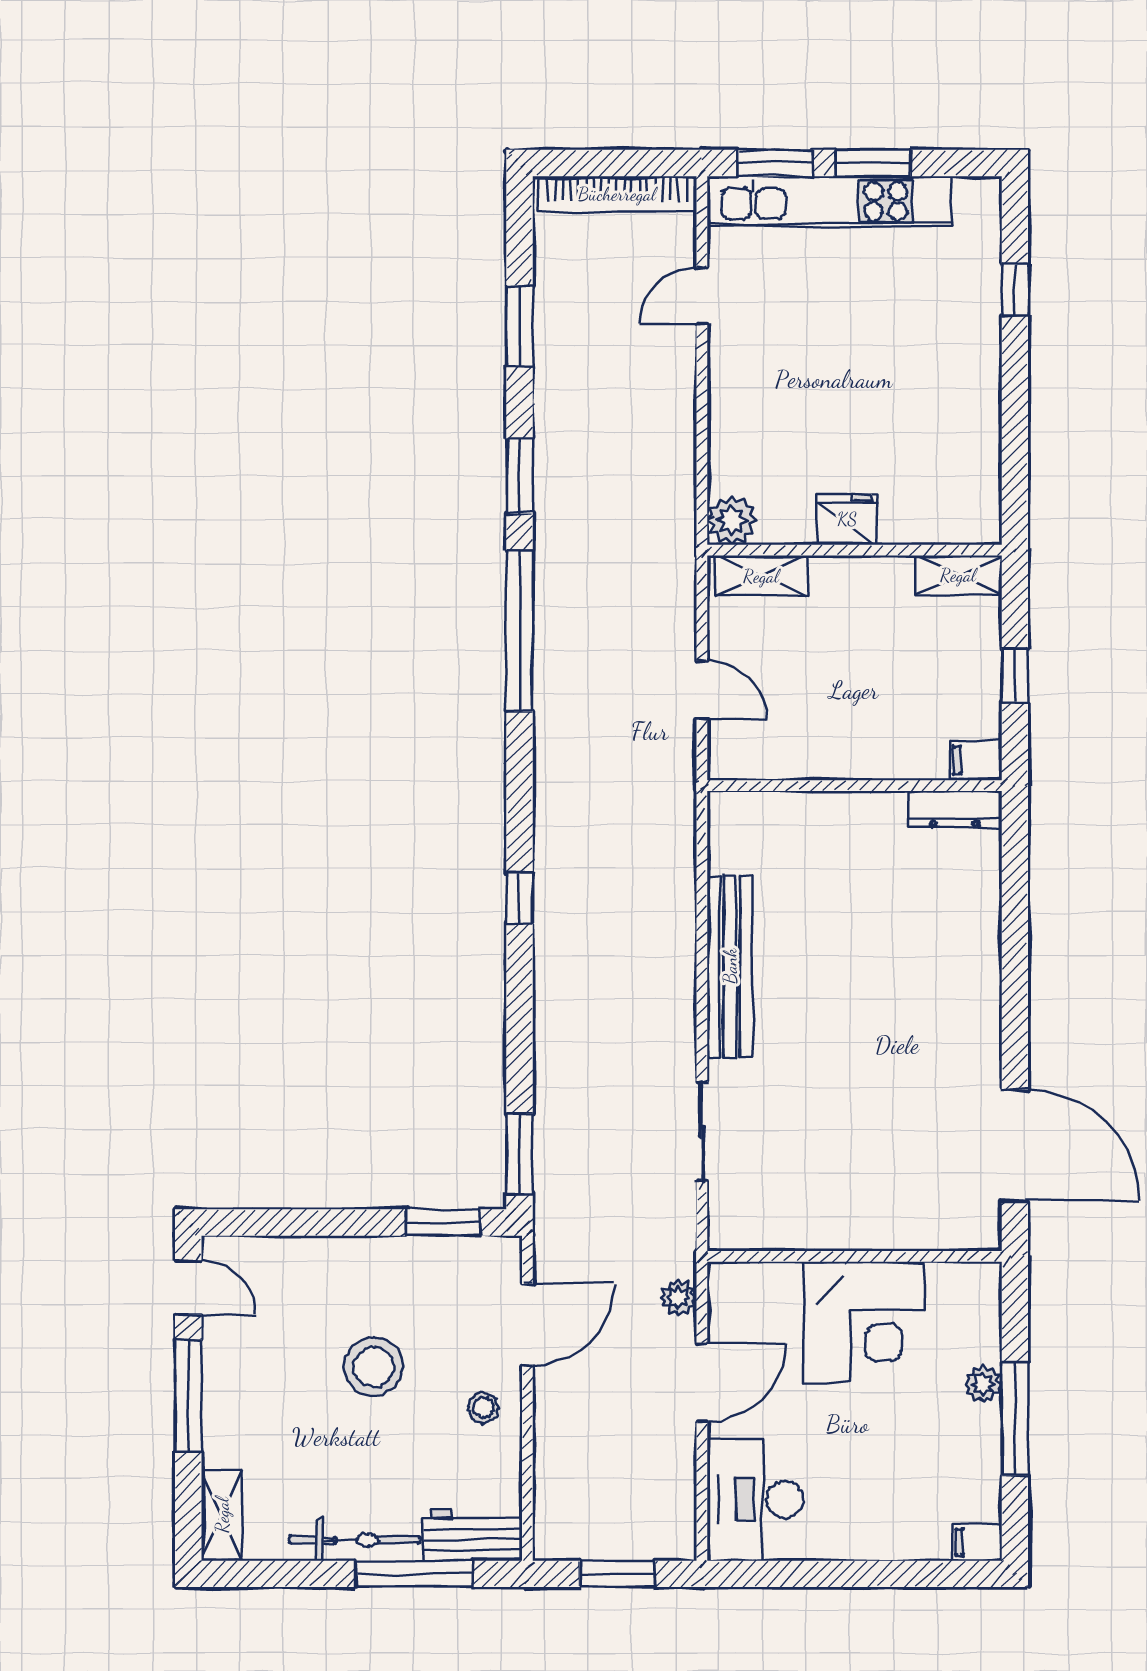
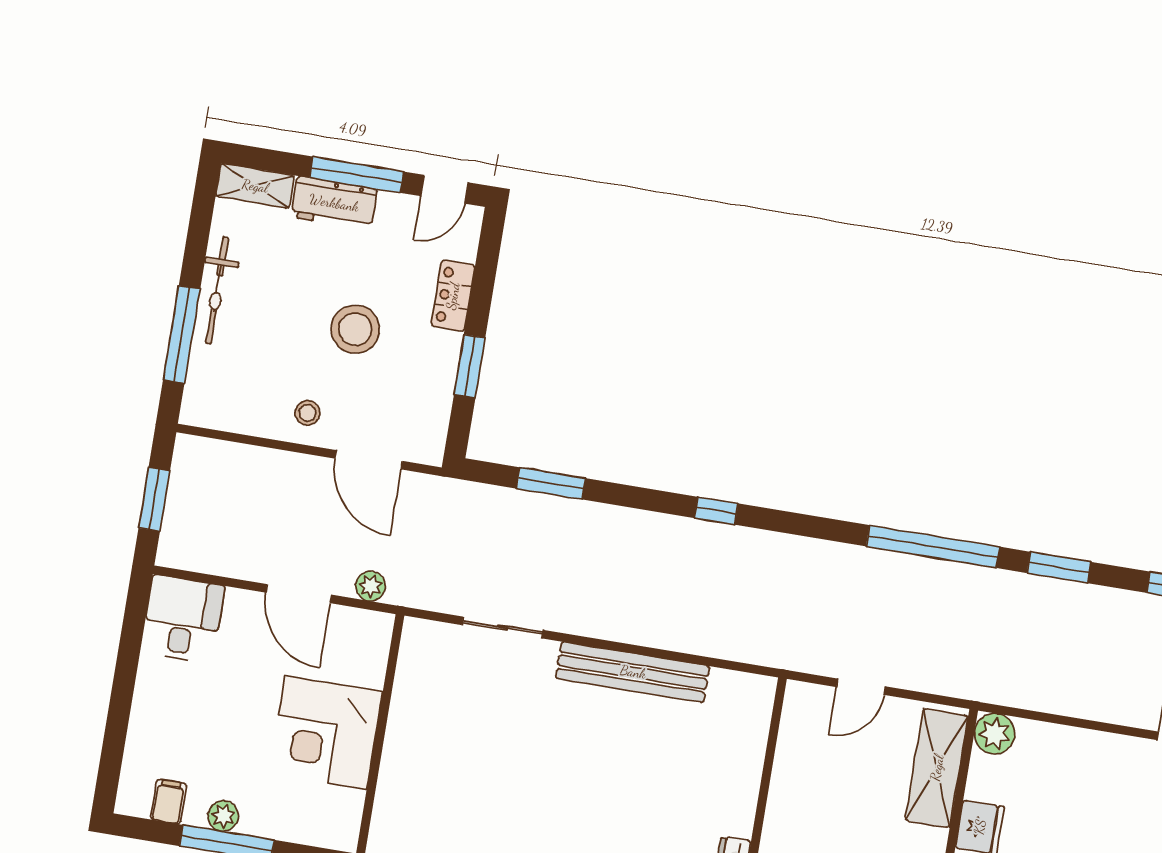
shelving: (761, 576) -> (937, 768), width x1.50, depth x1.33
window: (520, 1154) -> (551, 483), moved
window: (443, 1222) -> (470, 366), moved
locker: (314, 1256) -> (453, 296), added
plant: (983, 1384) -> (223, 816), moved
desk: (755, 1499) -> (183, 619), width x0.73
workbench: (473, 1535) -> (334, 203), moved, turned 90
filing cabinet: (977, 1542) -> (169, 802), moved

